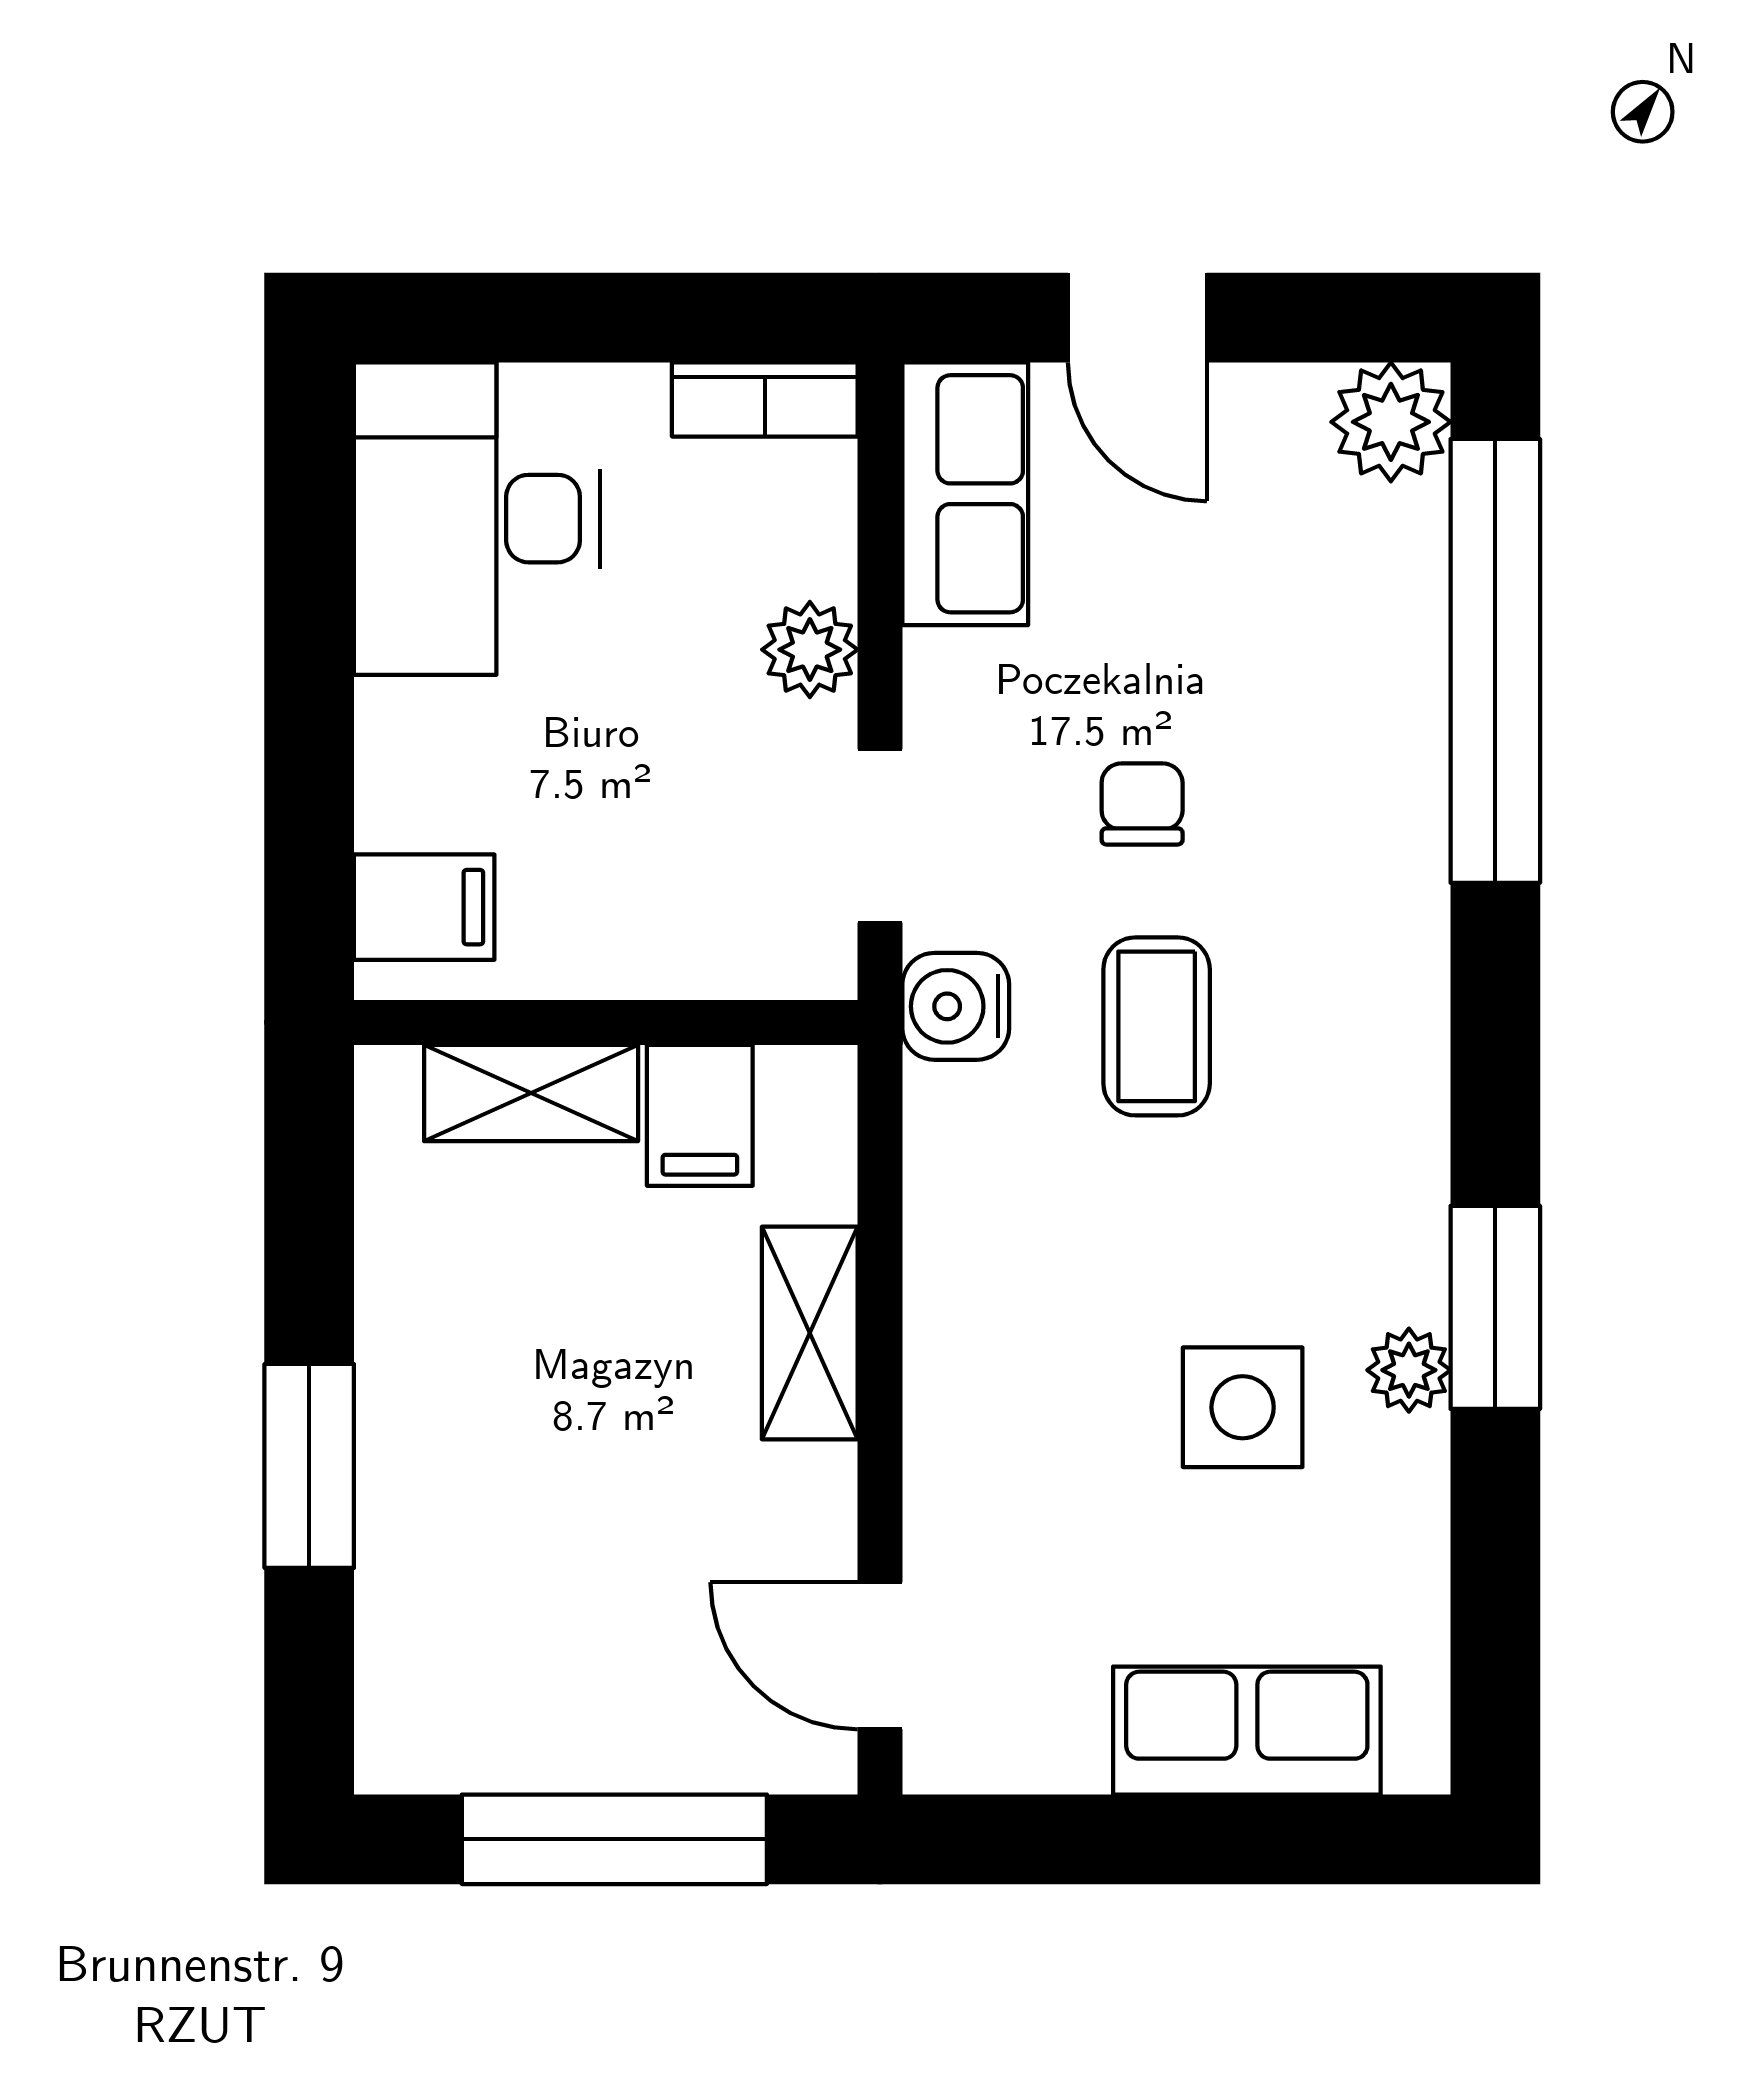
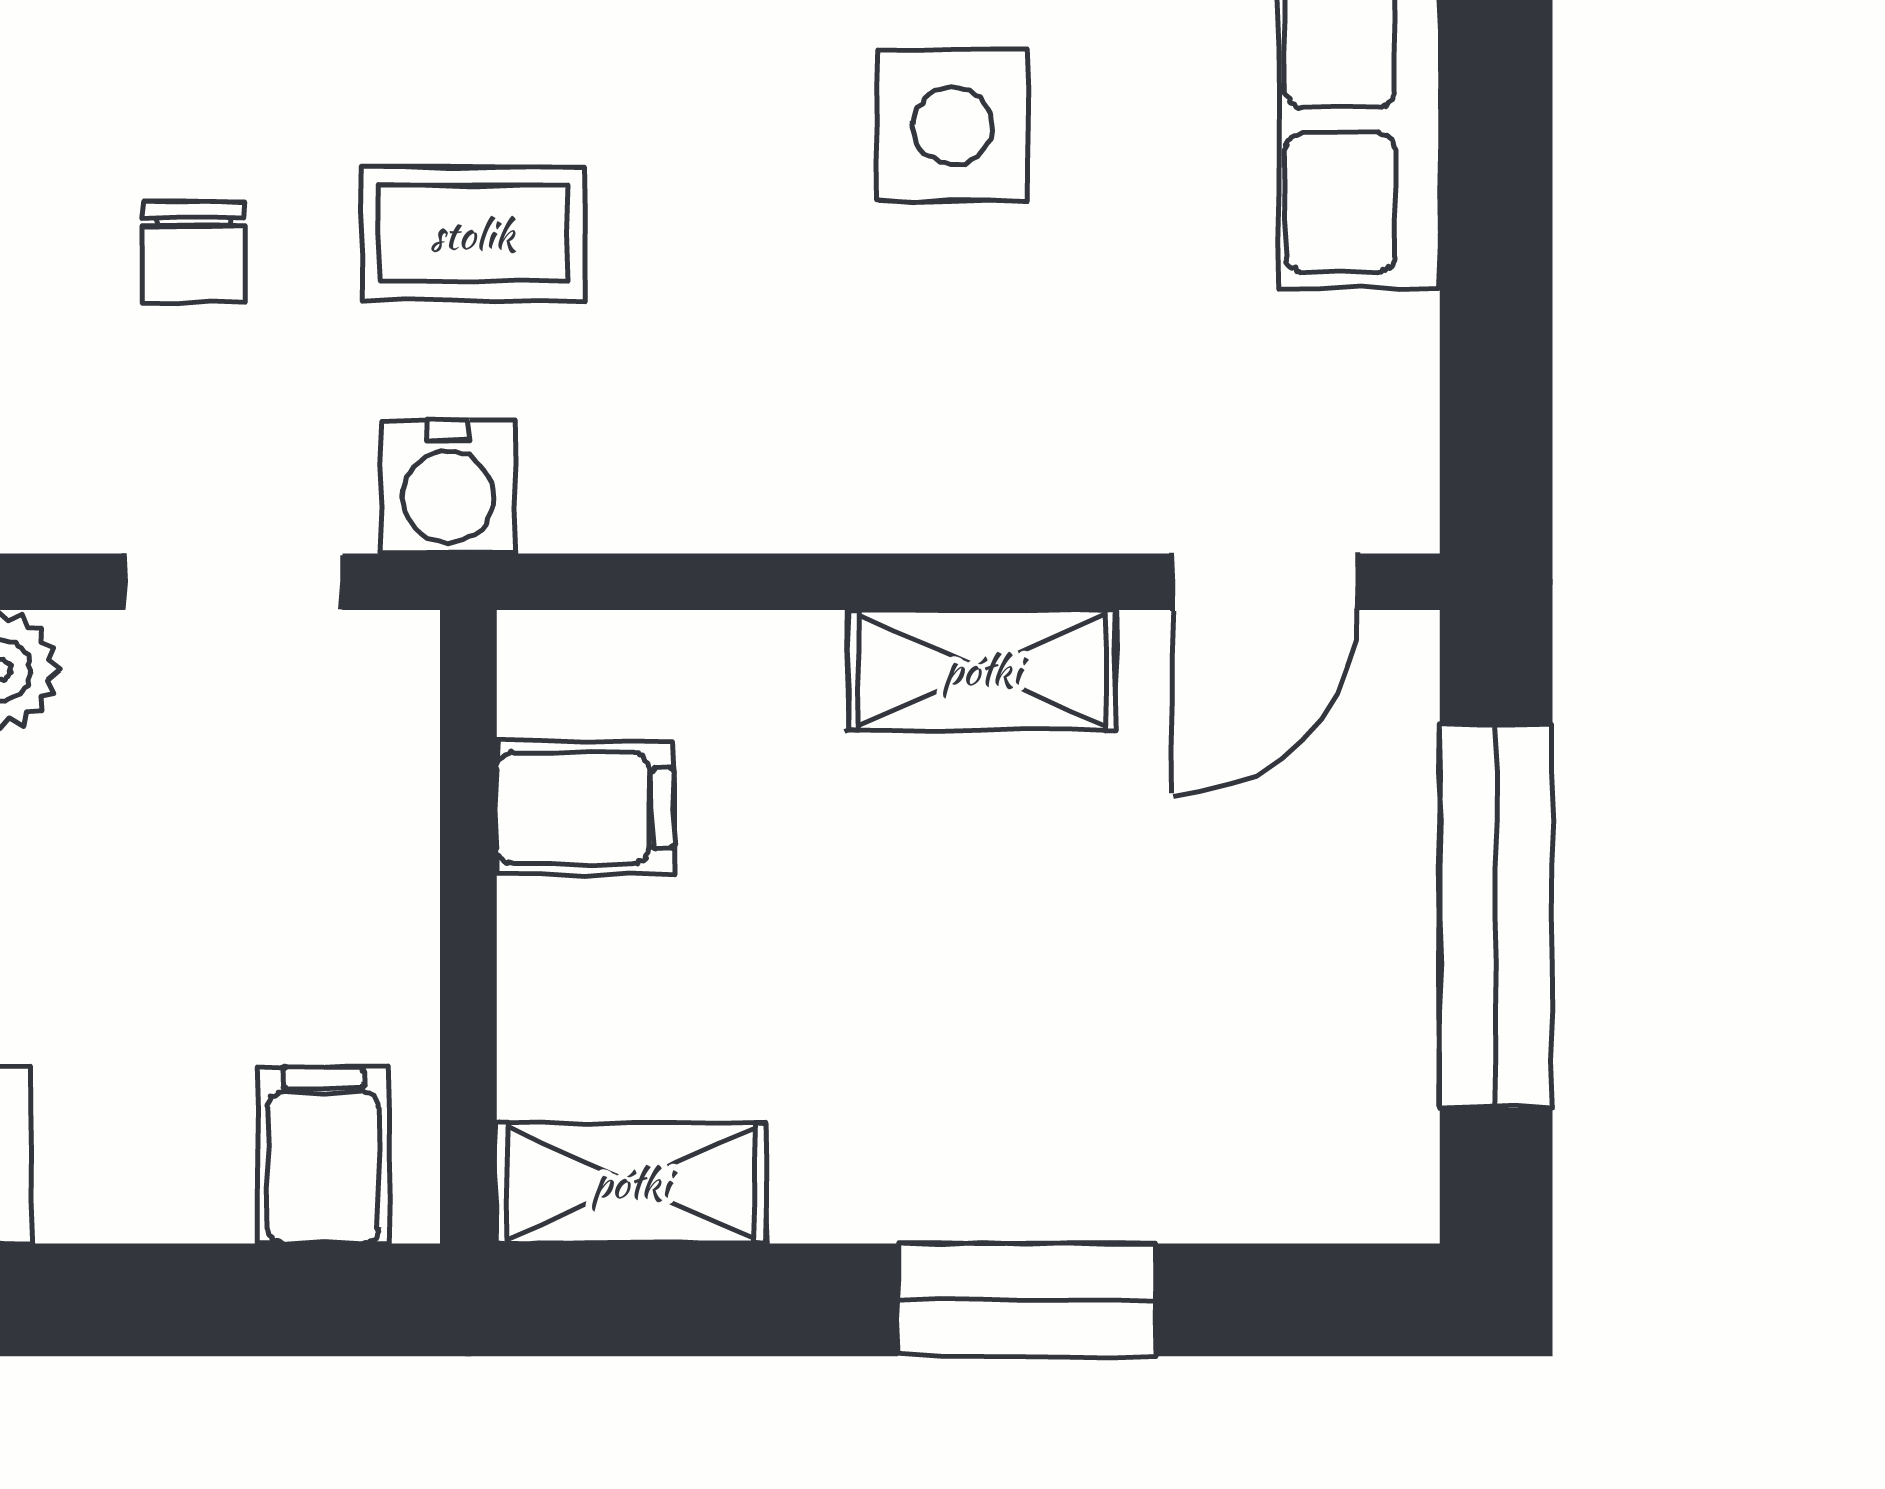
chair: (1142, 804) -> (193, 252), turned -90
shelving: (531, 1093) -> (631, 1183), moved, turned 90
shelving: (810, 1333) -> (982, 670), moved

